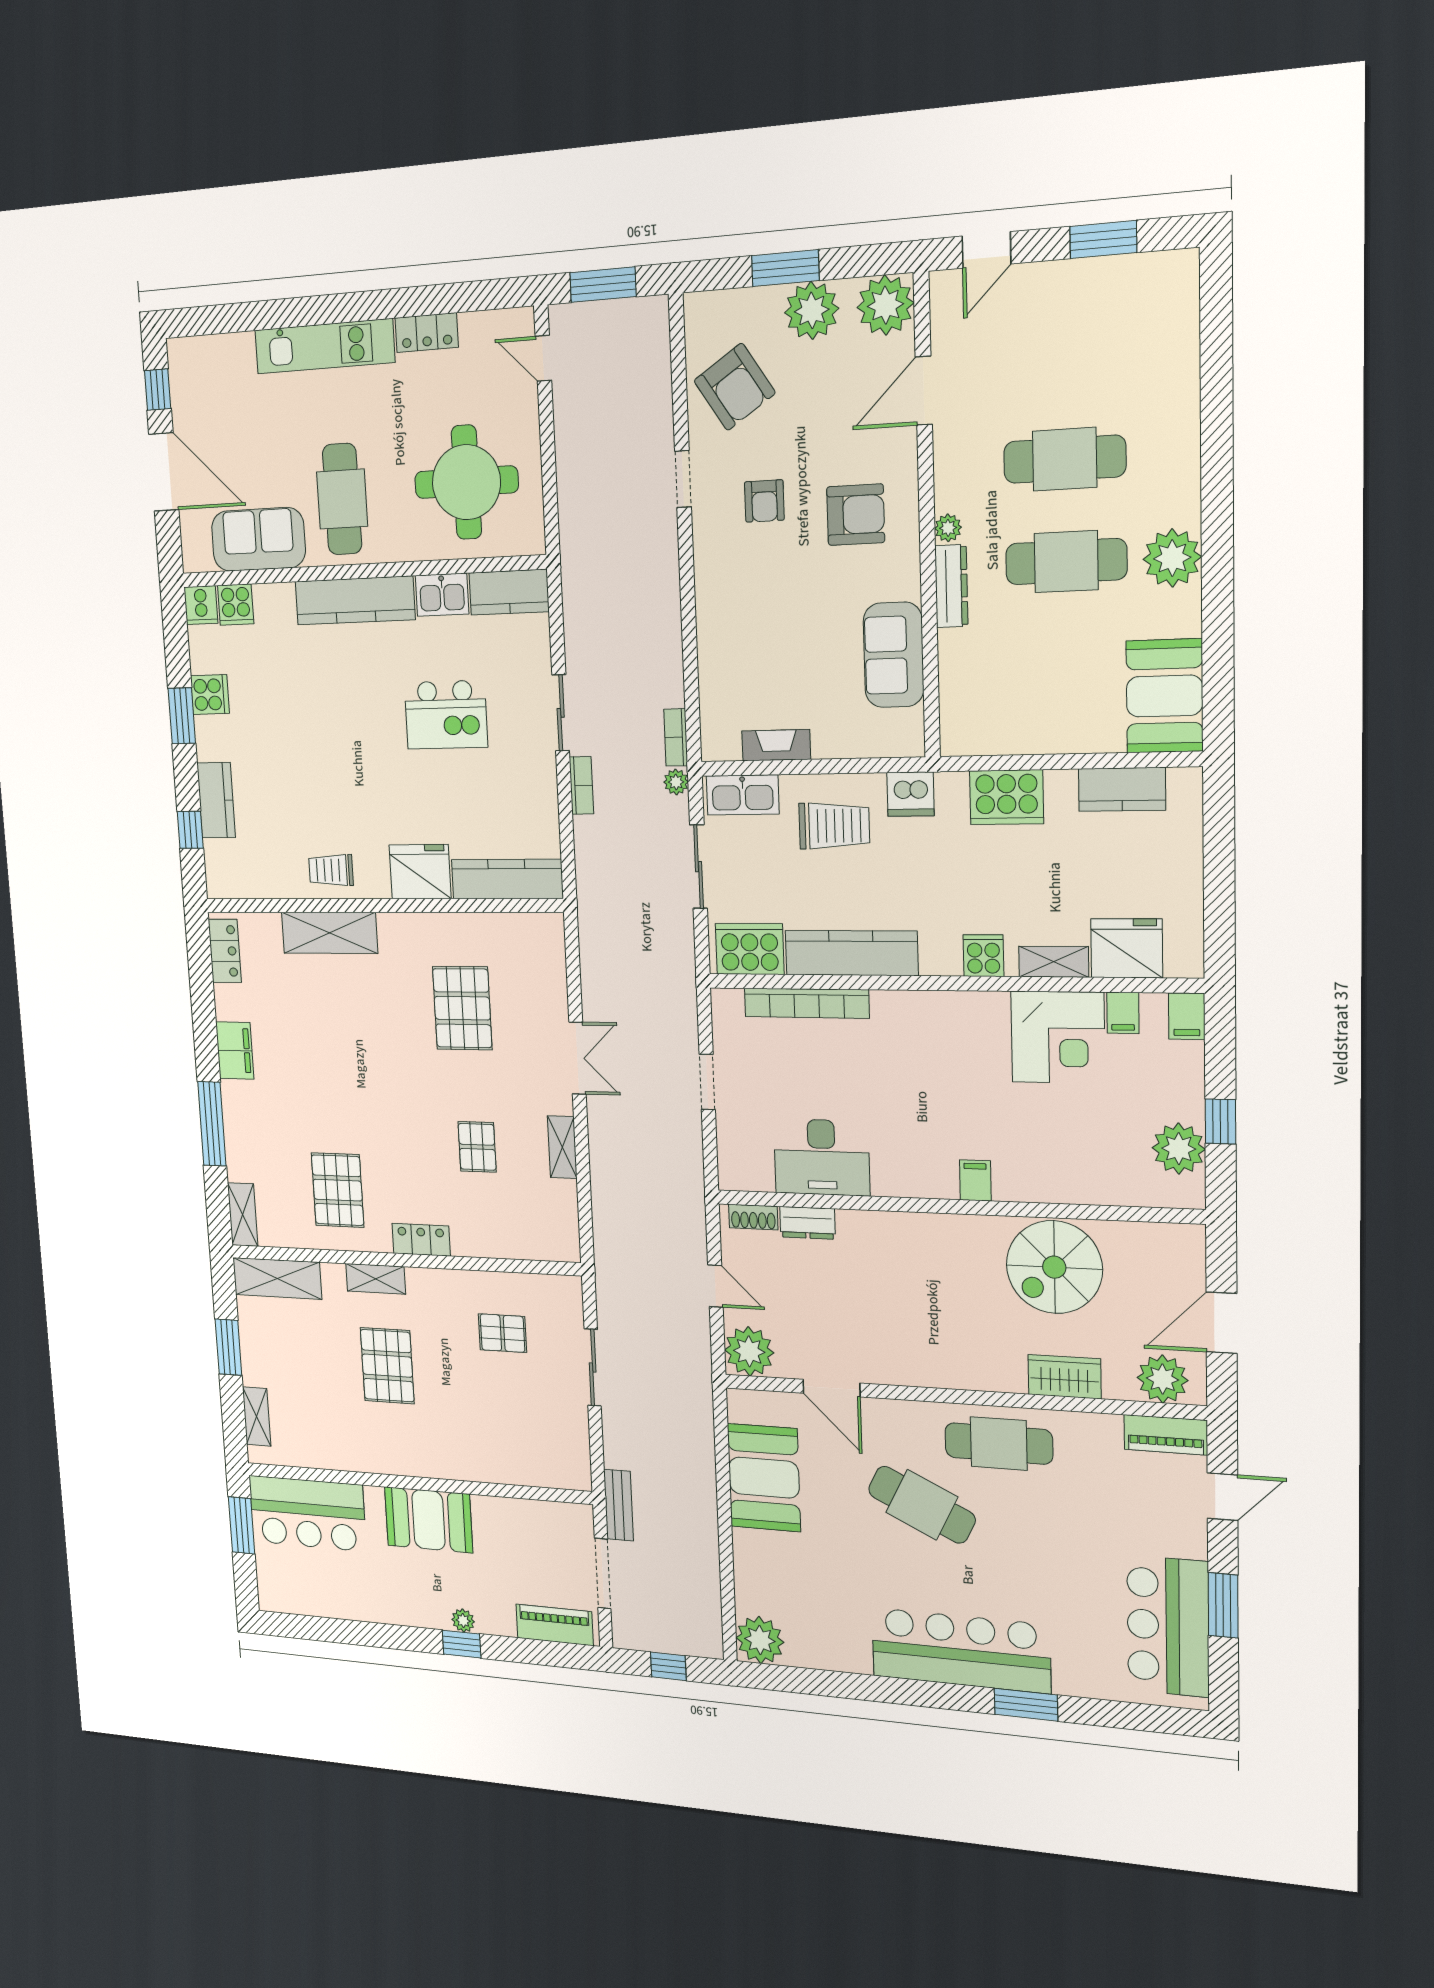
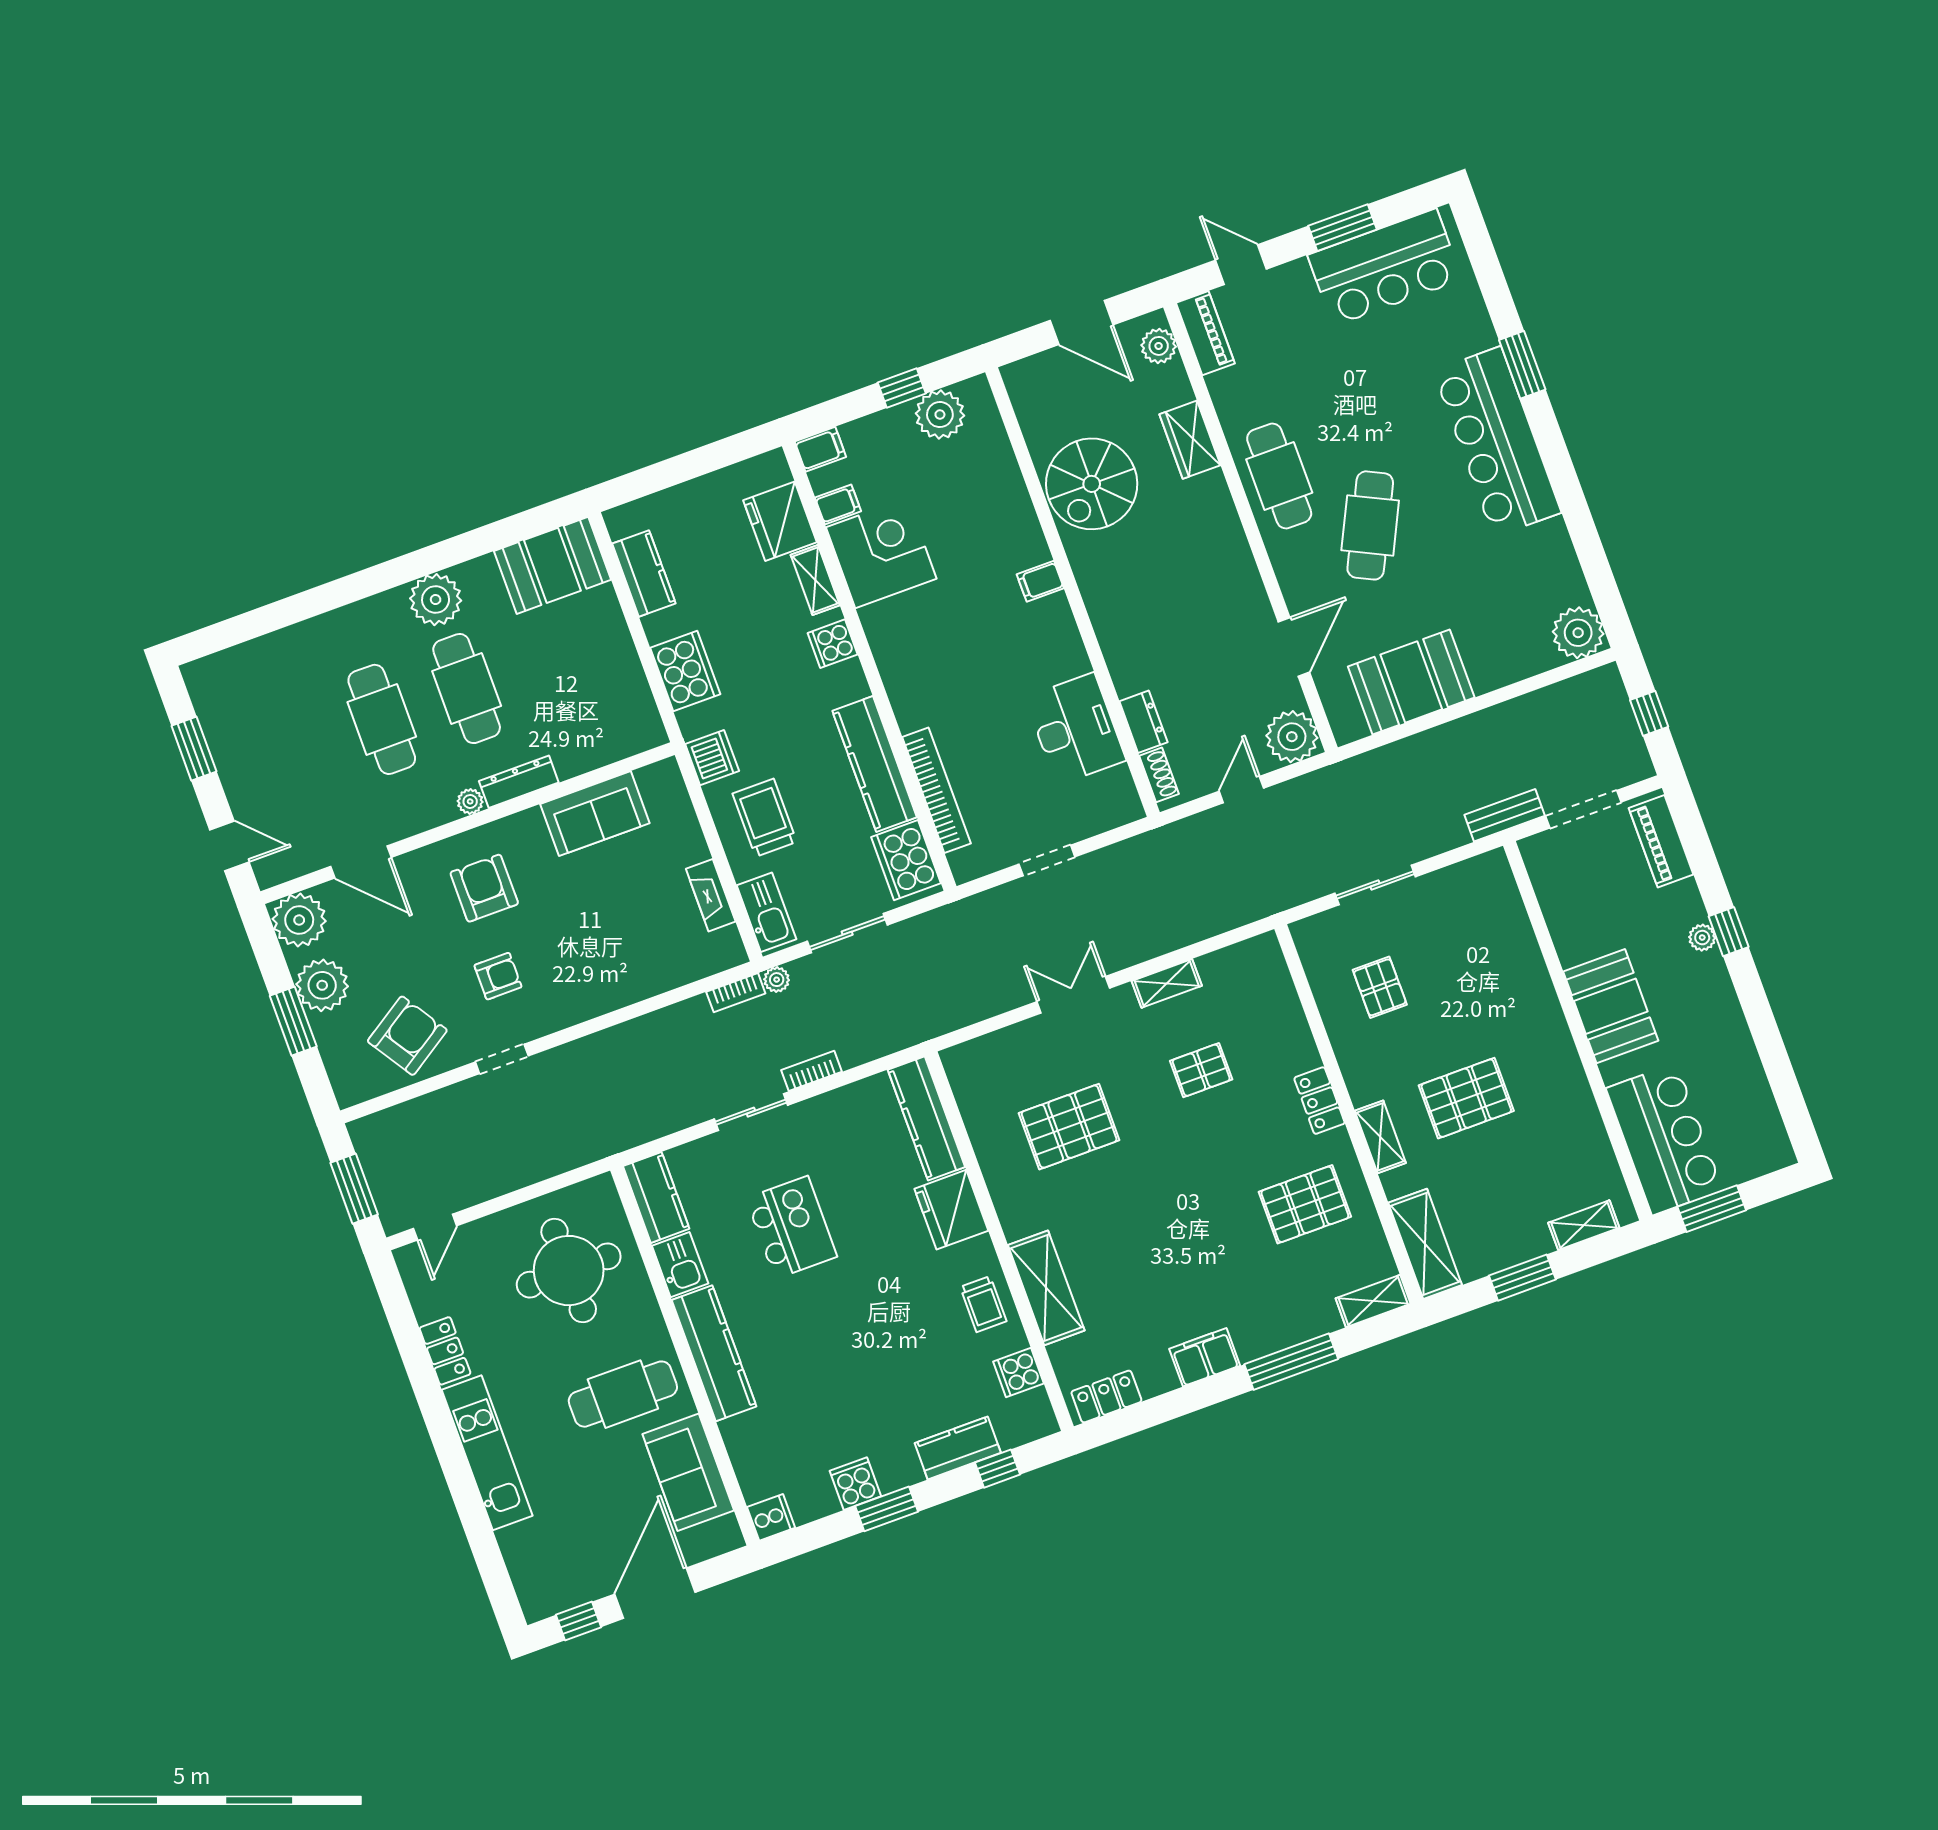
cooker: (236, 605) -> (1018, 1373), moved, turned 180
spiral stairs: (1054, 1267) -> (1092, 484), turned 90
plant: (1163, 1379) -> (1159, 346), width x0.73, depth x0.73

